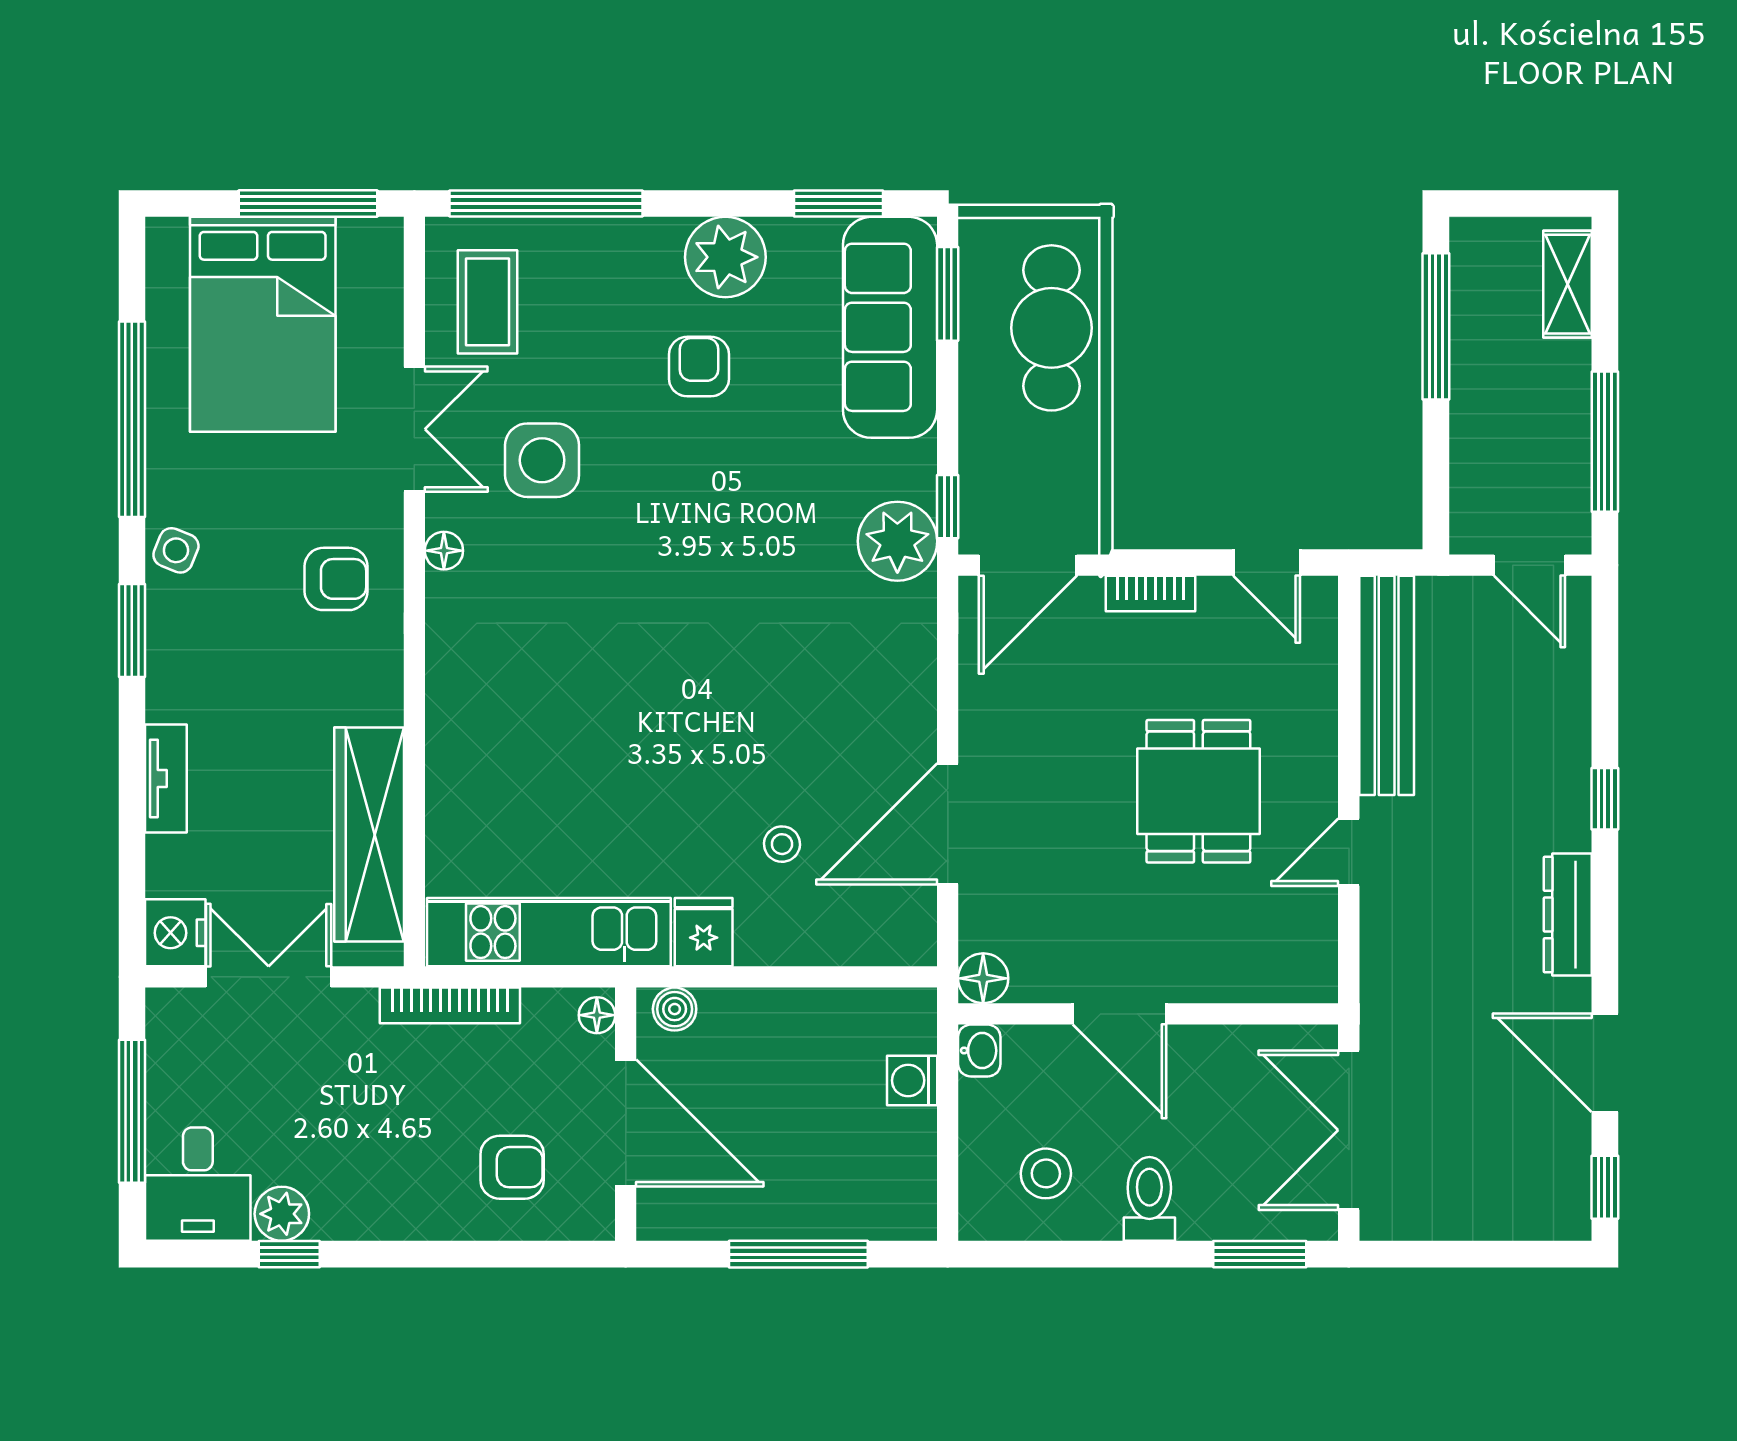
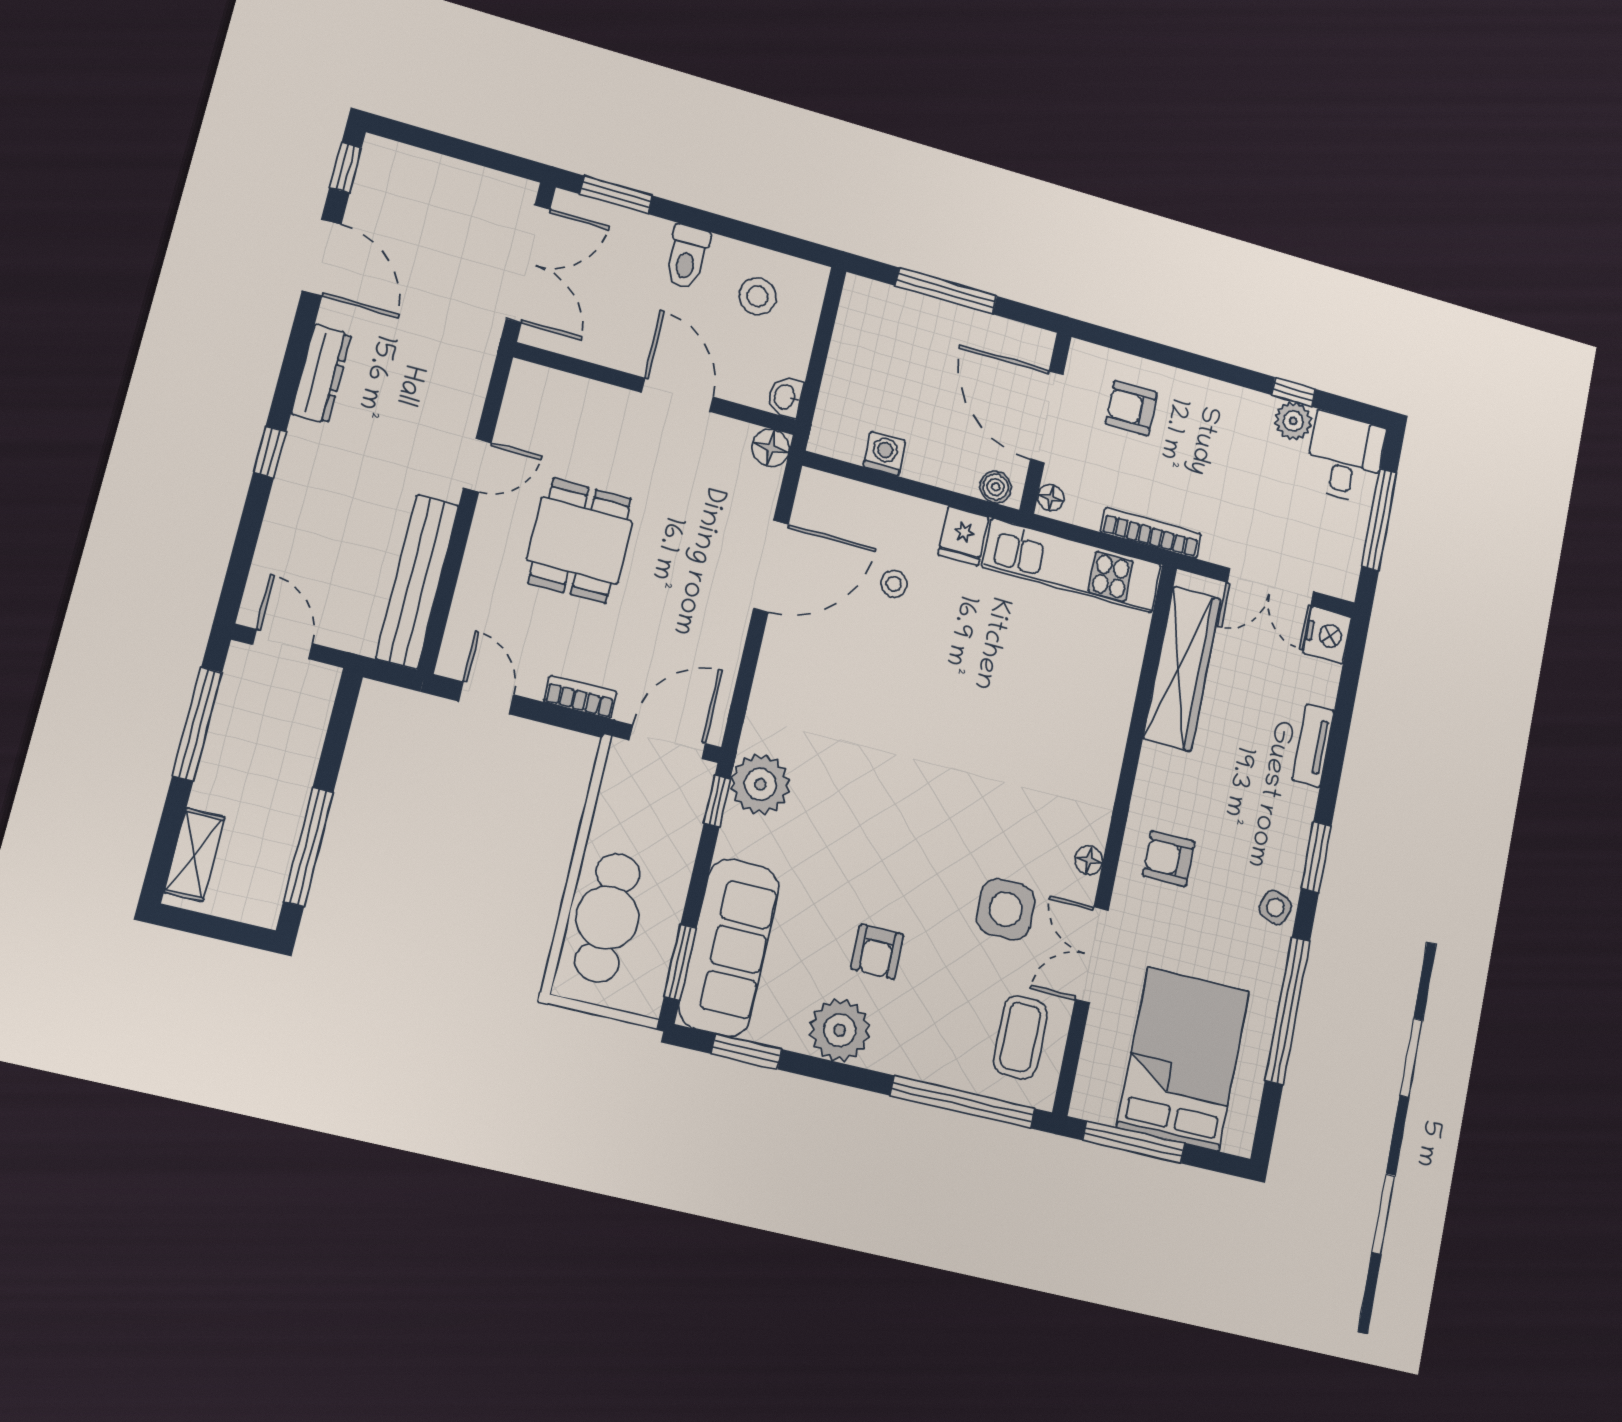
washing machine: (912, 1080) -> (885, 454), moved, turned -90

